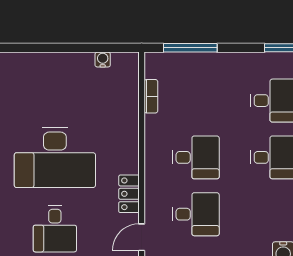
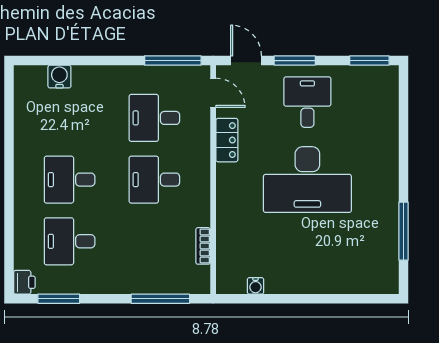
desk: (55, 157) -> (307, 180), turned 180
door: (142, 237) -> (213, 93), hinge flipped

